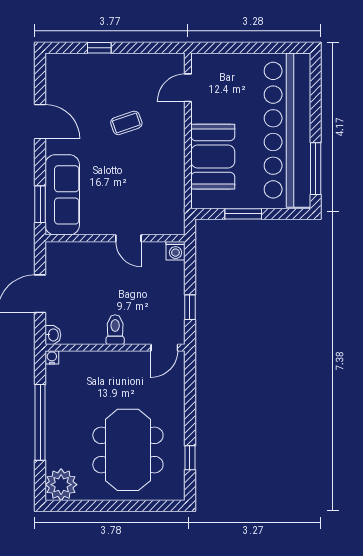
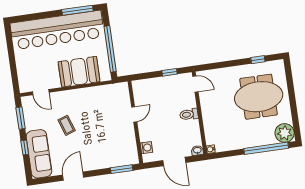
window: (150, 48) -> (20, 118), added
sofa: (62, 195) -> (39, 154), moved, turned 90
window: (243, 214) -> (110, 49), width x2.11
washing machine: (176, 251) -> (146, 148), moved
window: (40, 422) -> (266, 148), moved

